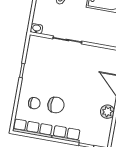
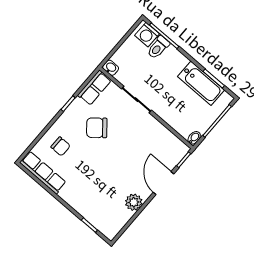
chair: (56, 105) -> (97, 128), moved, turned 140
row of seats: (66, 134) -> (94, 88), moved, turned 90

